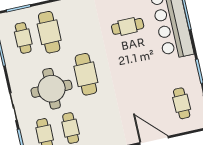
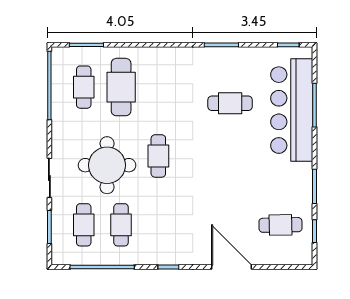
cafe table: (86, 74) -> (158, 156), width x0.73, depth x0.74
cafe table: (182, 103) -> (281, 225), turned 90

